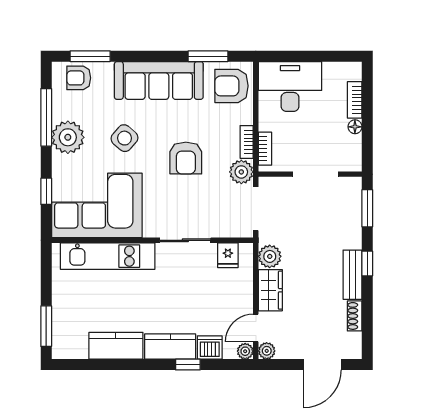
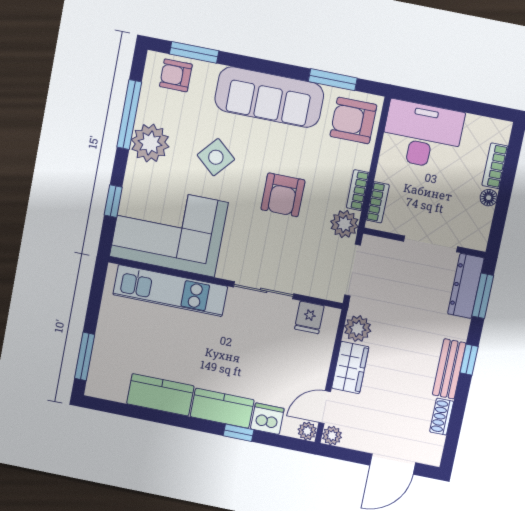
dresser: (352, 203) -> (466, 286), added

